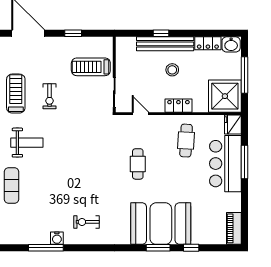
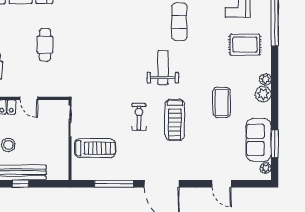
window: (73, 33) -> (114, 184), width x2.17
door: (140, 114) -> (29, 98), moved
weight bench: (27, 143) -> (163, 68), turned 90

